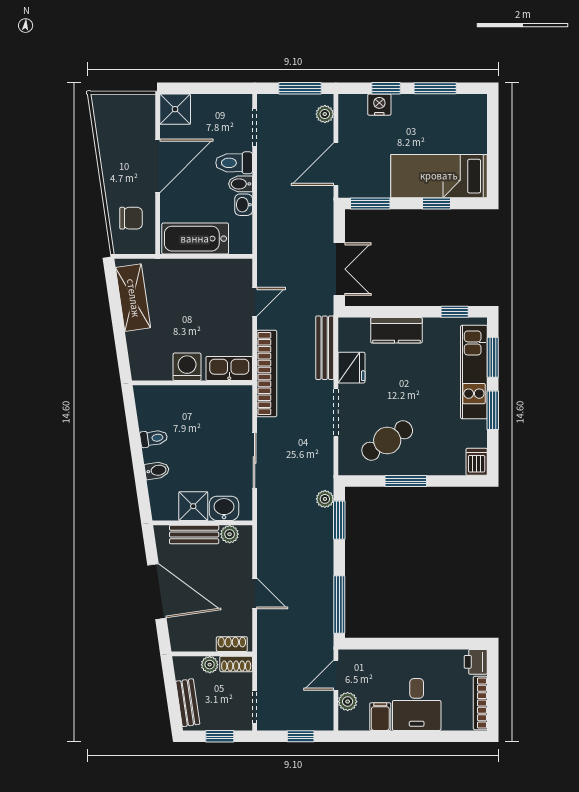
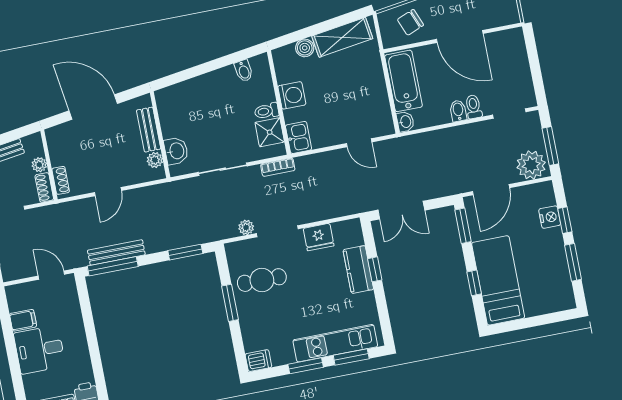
shower: (175, 109) -> (512, 42), removed
plant: (325, 114) -> (531, 165), width x1.88, depth x1.88
toilet: (234, 163) -> (473, 107), width x0.73, depth x0.72
door: (336, 164) -> (491, 190), swing flipped
washbasin: (244, 205) -> (405, 122), moved, turned 90
chair: (131, 218) -> (410, 22), turned 68
window: (455, 312) -> (375, 269), moved
boiler: (137, 342) -> (305, 48), added
bench: (325, 348) -> (116, 252), moved
kitchen sink: (229, 368) -> (298, 137), width x0.73
bookcase: (267, 373) -> (278, 167), width x0.43, depth x0.76
toilet: (154, 438) -> (267, 111), moved, turned 98
cafe table: (387, 440) -> (262, 280), turned -57
bidet: (157, 470) -> (244, 71), moved
plant: (325, 499) -> (246, 227), moved
shower: (193, 506) -> (270, 132), moved
door: (157, 592) -> (93, 107), swing flipped
plant: (348, 702) -> (31, 290), removed

